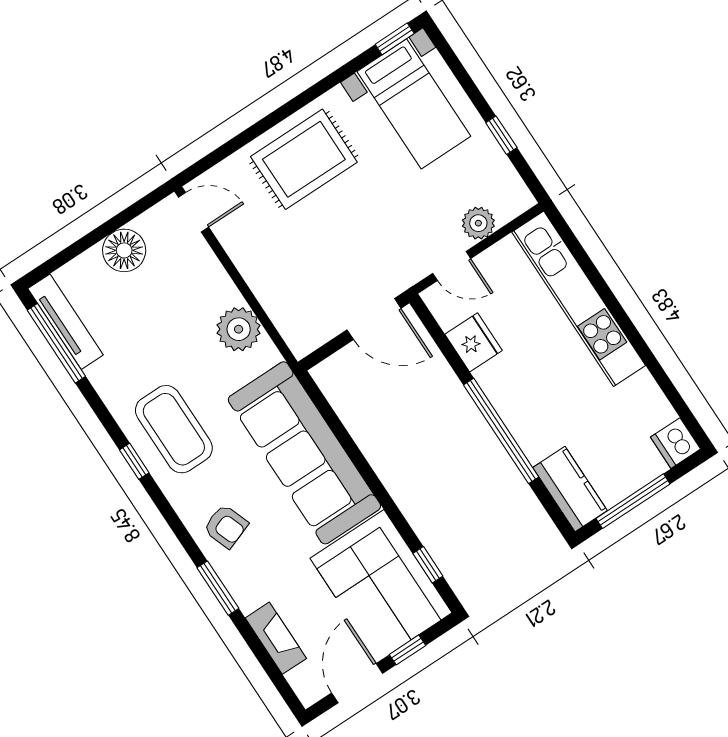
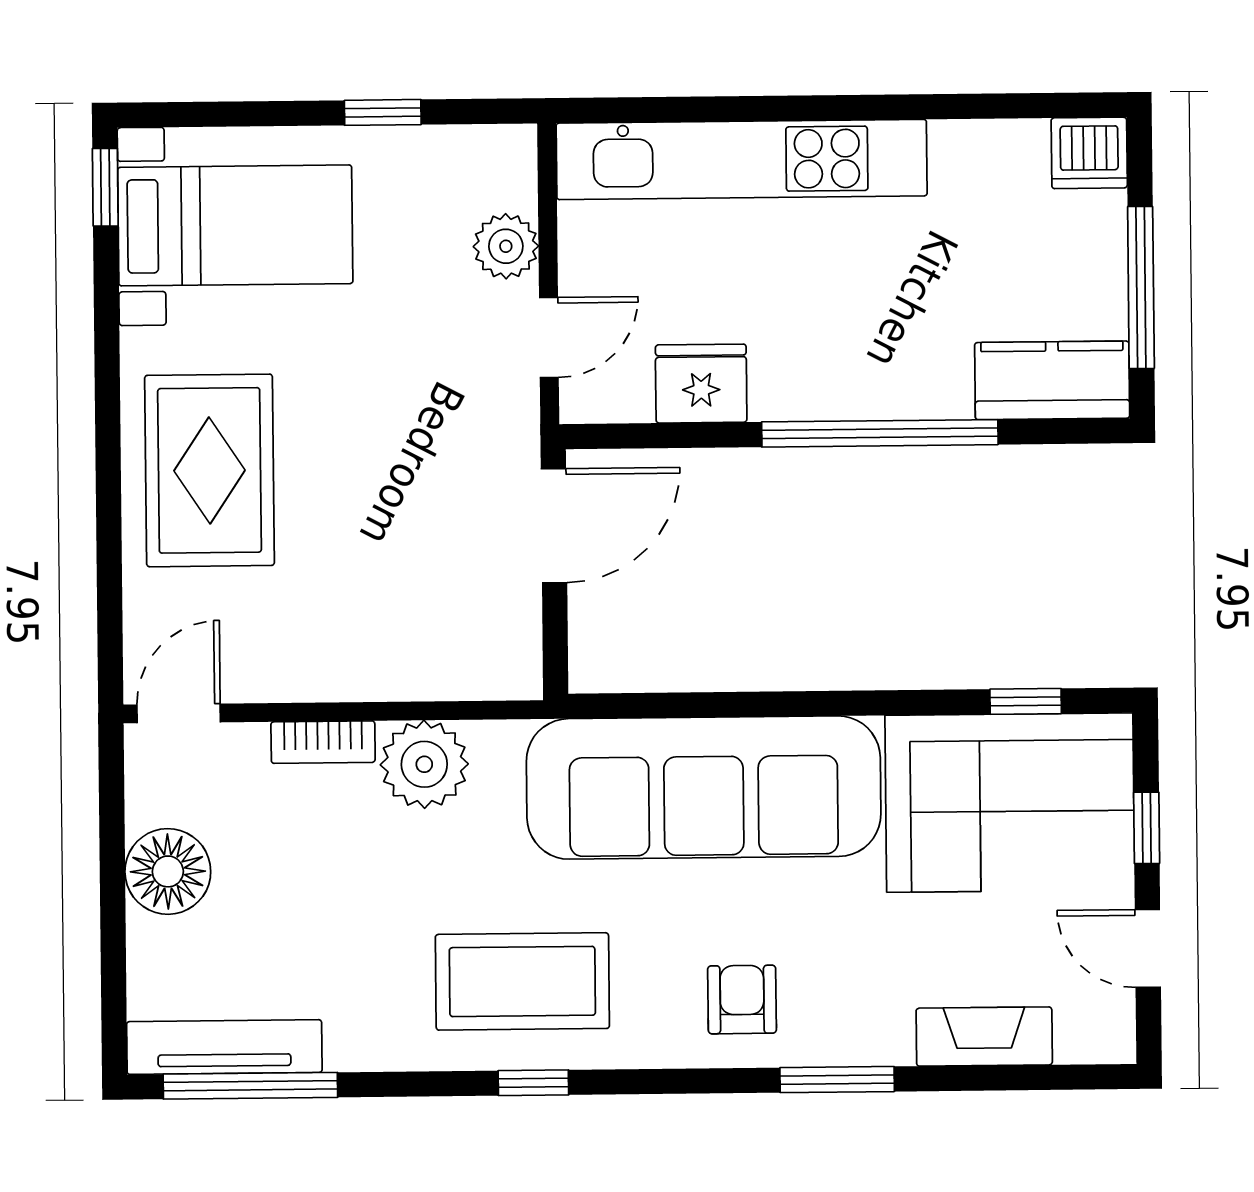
bookcase: (220, 281) -> (323, 742), added
armchair: (226, 526) -> (742, 999), turned -70
door: (357, 683) -> (1148, 948), width x0.73

